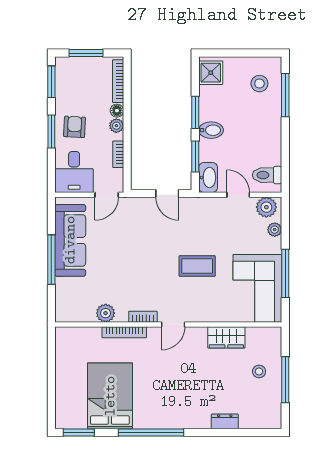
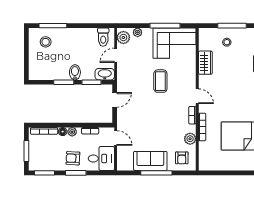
shower: (211, 73) -> (39, 73), removed
sofa: (70, 240) -> (150, 161), width x0.73
armchair: (75, 300) -> (182, 158), added

